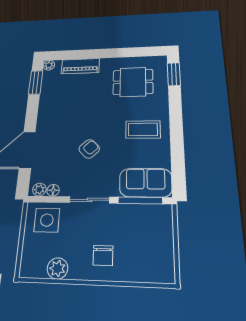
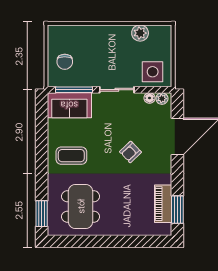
plant: (49, 65) -> (166, 230), removed
piano: (80, 66) -> (163, 204), moved, turned -90
dining table: (133, 82) -> (81, 206), width x1.38
armchair: (89, 149) -> (130, 152), moved
chair: (103, 255) -> (65, 62), moved, turned 180

